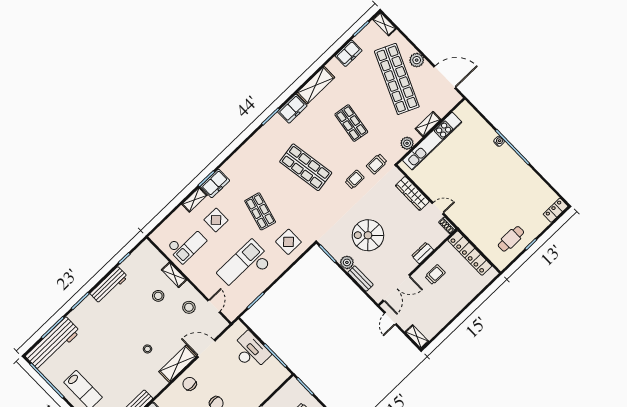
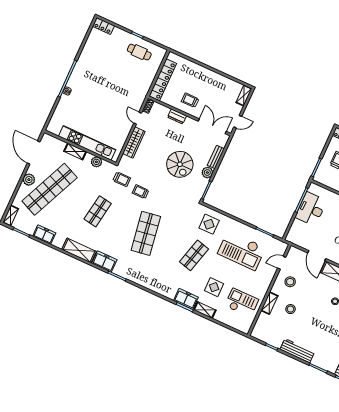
desk: (250, 351) -> (311, 209), moved

